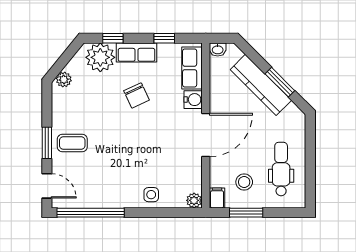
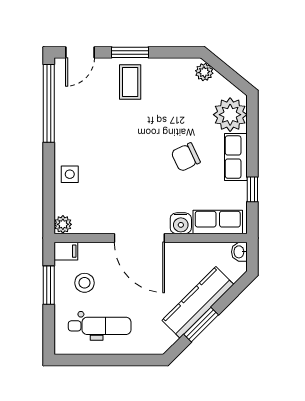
window: (113, 38) -> (252, 130), removed

